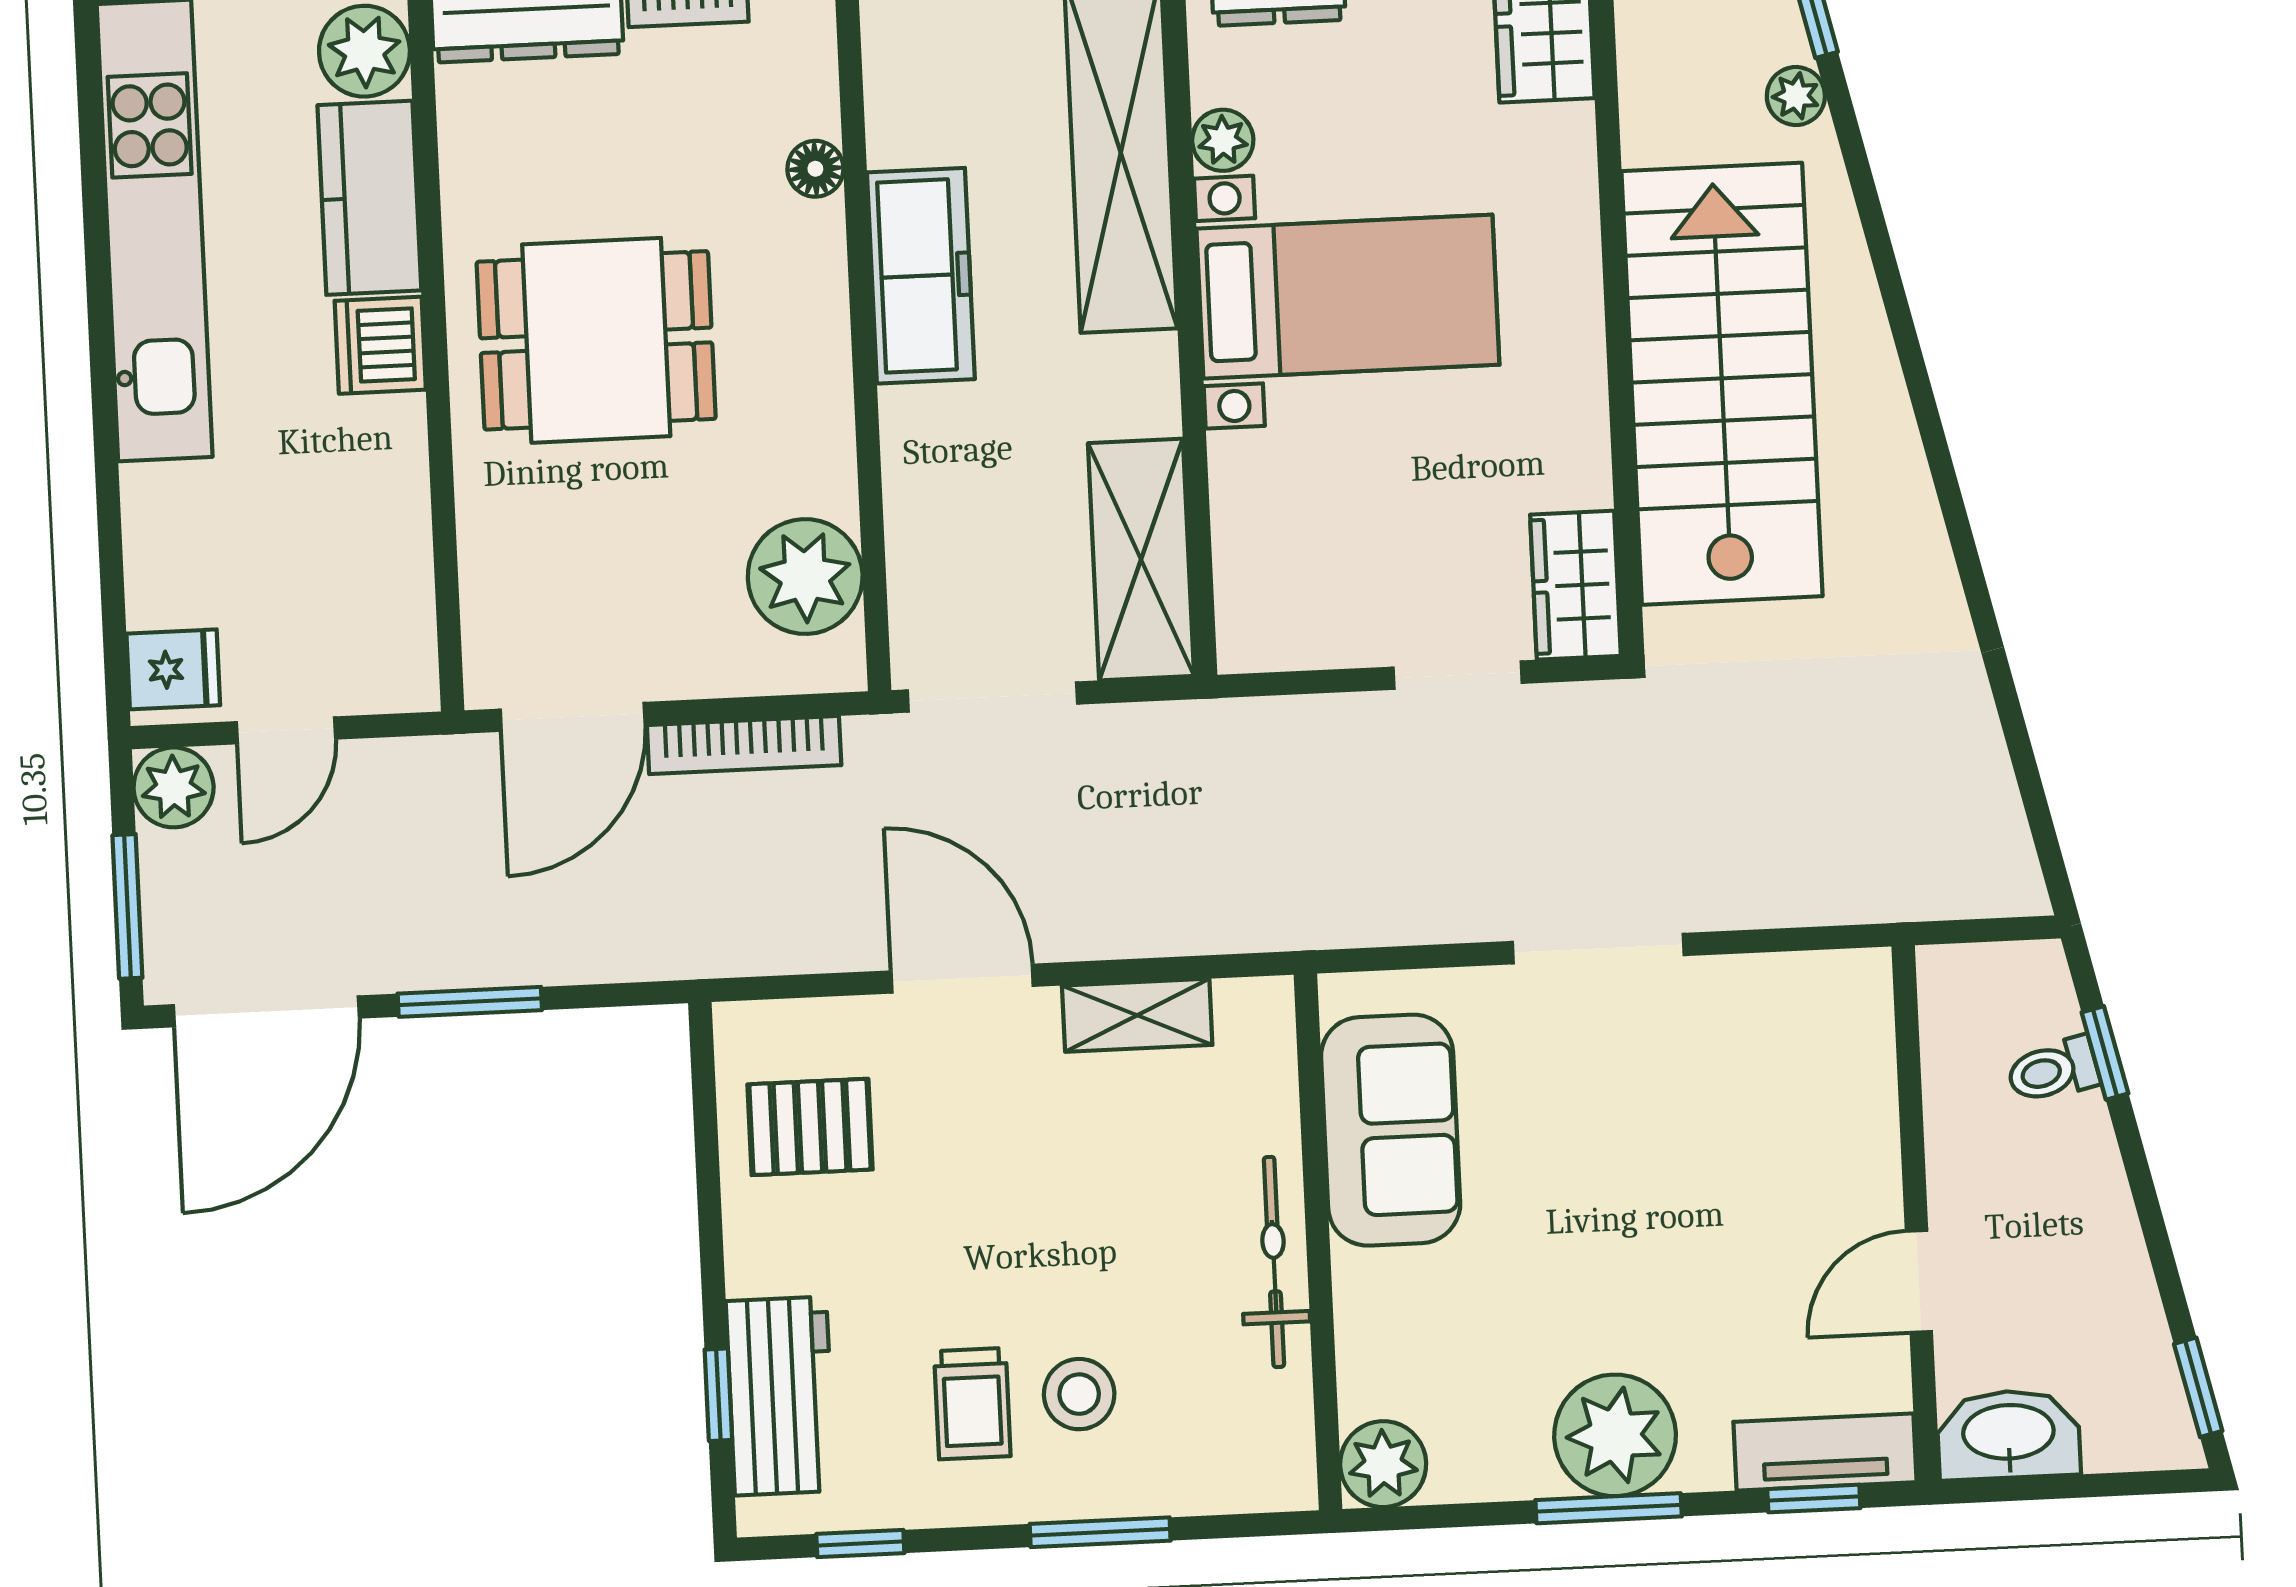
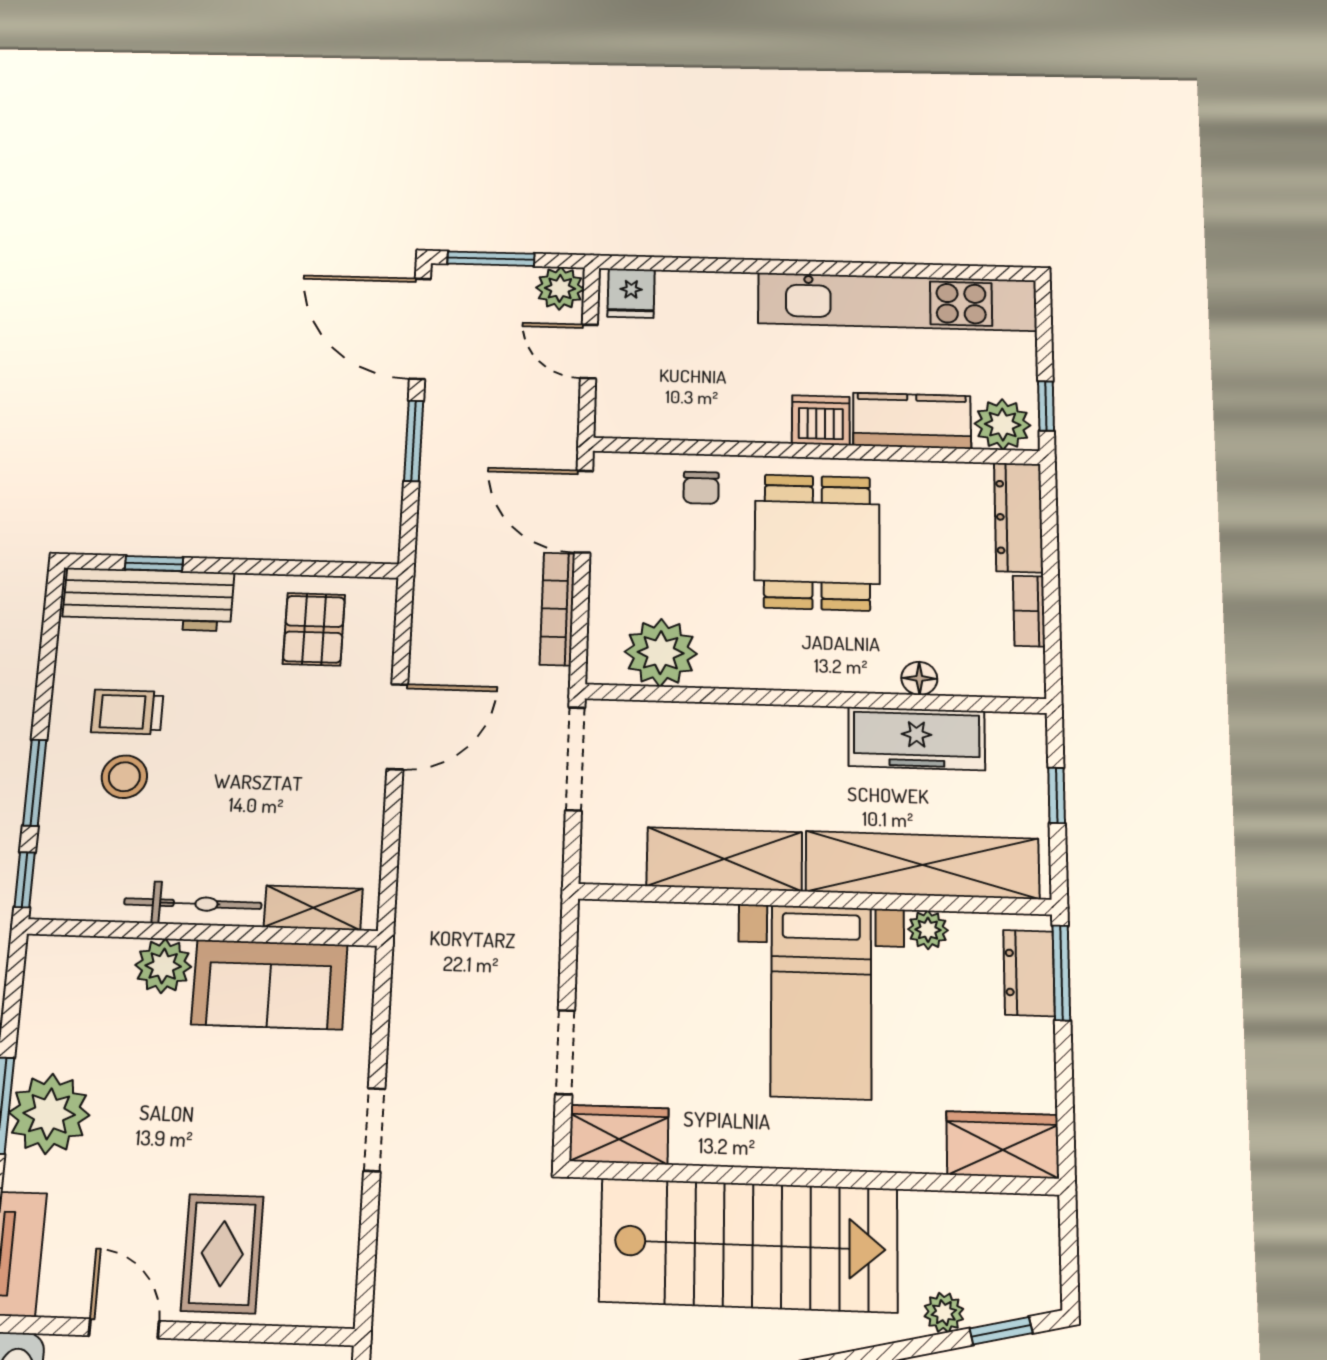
freezer: (921, 276) -> (917, 739), moved
chair: (516, 531) -> (701, 488), added
shelving: (1141, 560) -> (724, 859), moved
doorway: (1598, 949) -> (374, 1130), width x0.73
shelving: (1137, 1015) -> (313, 908), moved, turned 90
rug: (1799, 1152) -> (222, 1254), added
workbench: (781, 1396) -> (148, 599), width x1.37
plant: (1383, 1464) -> (163, 966), moved
window: (860, 1544) -> (25, 880), moved

